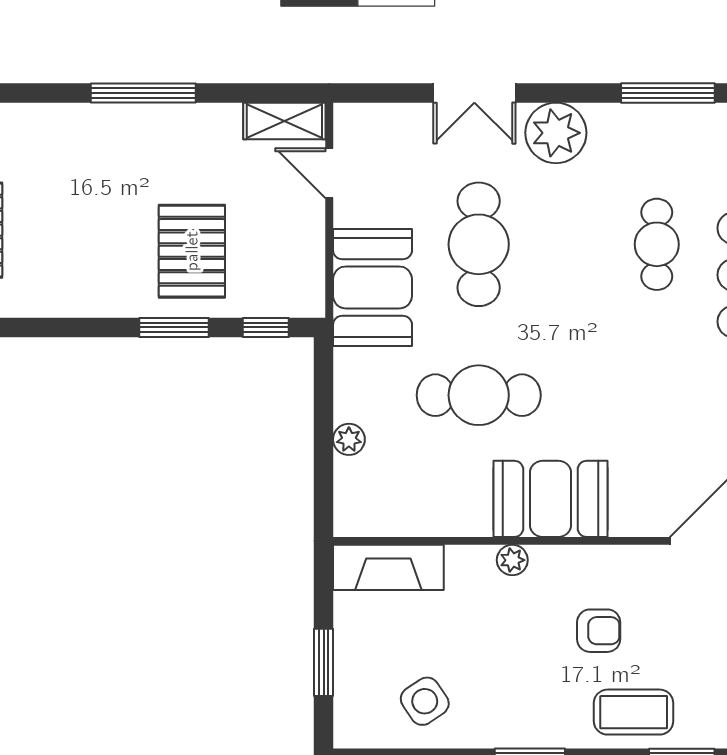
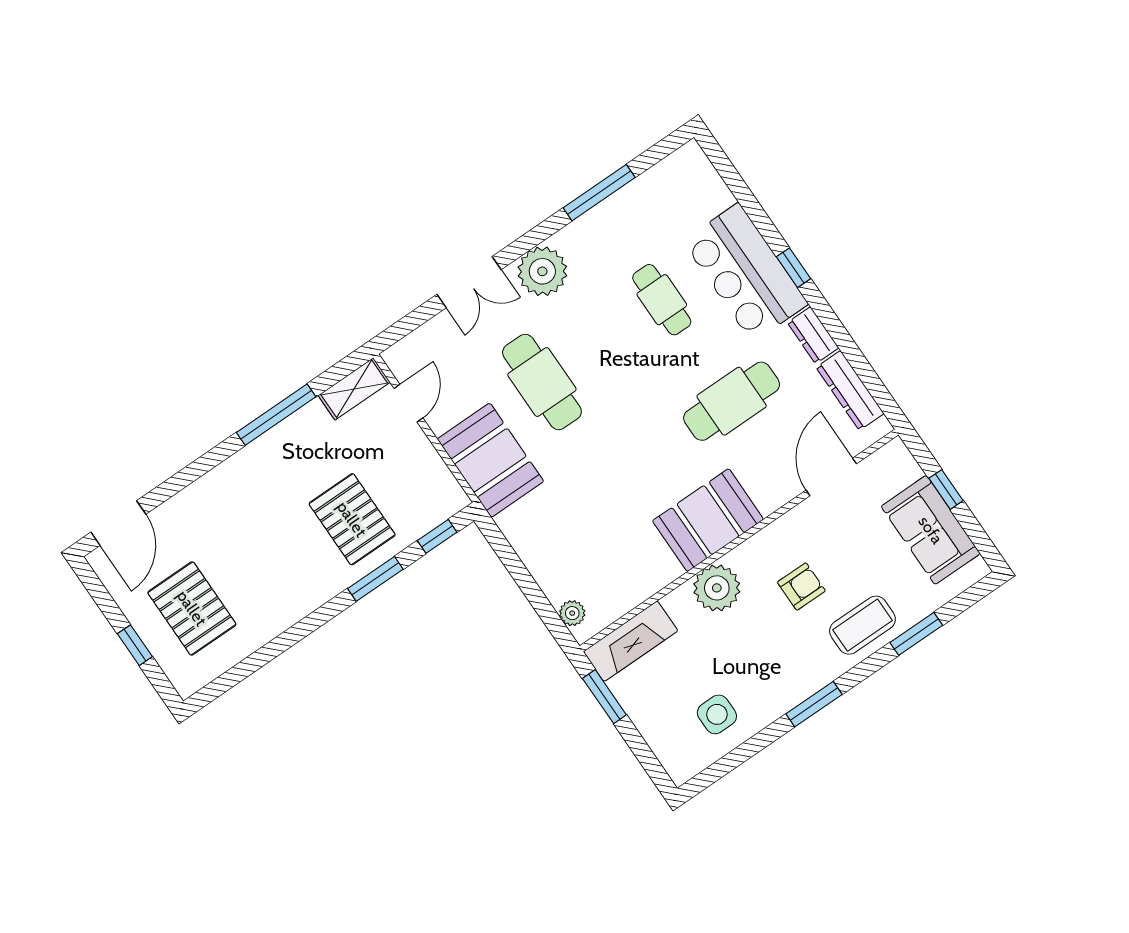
window: (143, 93) -> (276, 415), moved
door: (329, 173) -> (408, 403), swing flipped
cafe table: (479, 395) -> (732, 401), moved
plant: (349, 439) -> (572, 613), moved
plant: (512, 560) -> (717, 588), width x1.88, depth x1.88
window: (324, 662) -> (604, 697), moved
side table: (425, 701) -> (717, 714), turned 34

